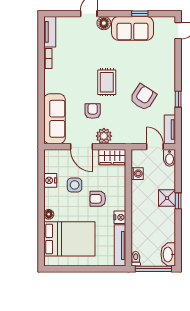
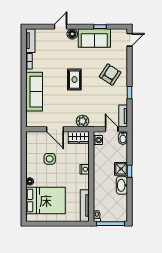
armchair: (143, 97) -> (110, 74), moved
armchair: (93, 111) -> (64, 102), removed
sofa: (54, 119) -> (34, 92), moved
plant: (104, 136) -> (82, 121), moved
washing machine: (137, 174) -> (98, 140), moved
nightstand: (50, 180) -> (31, 155), removed
armchair: (98, 199) -> (68, 170), removed
nightstand: (120, 217) -> (85, 169), moved
washbasin: (168, 254) -> (122, 185), moved

